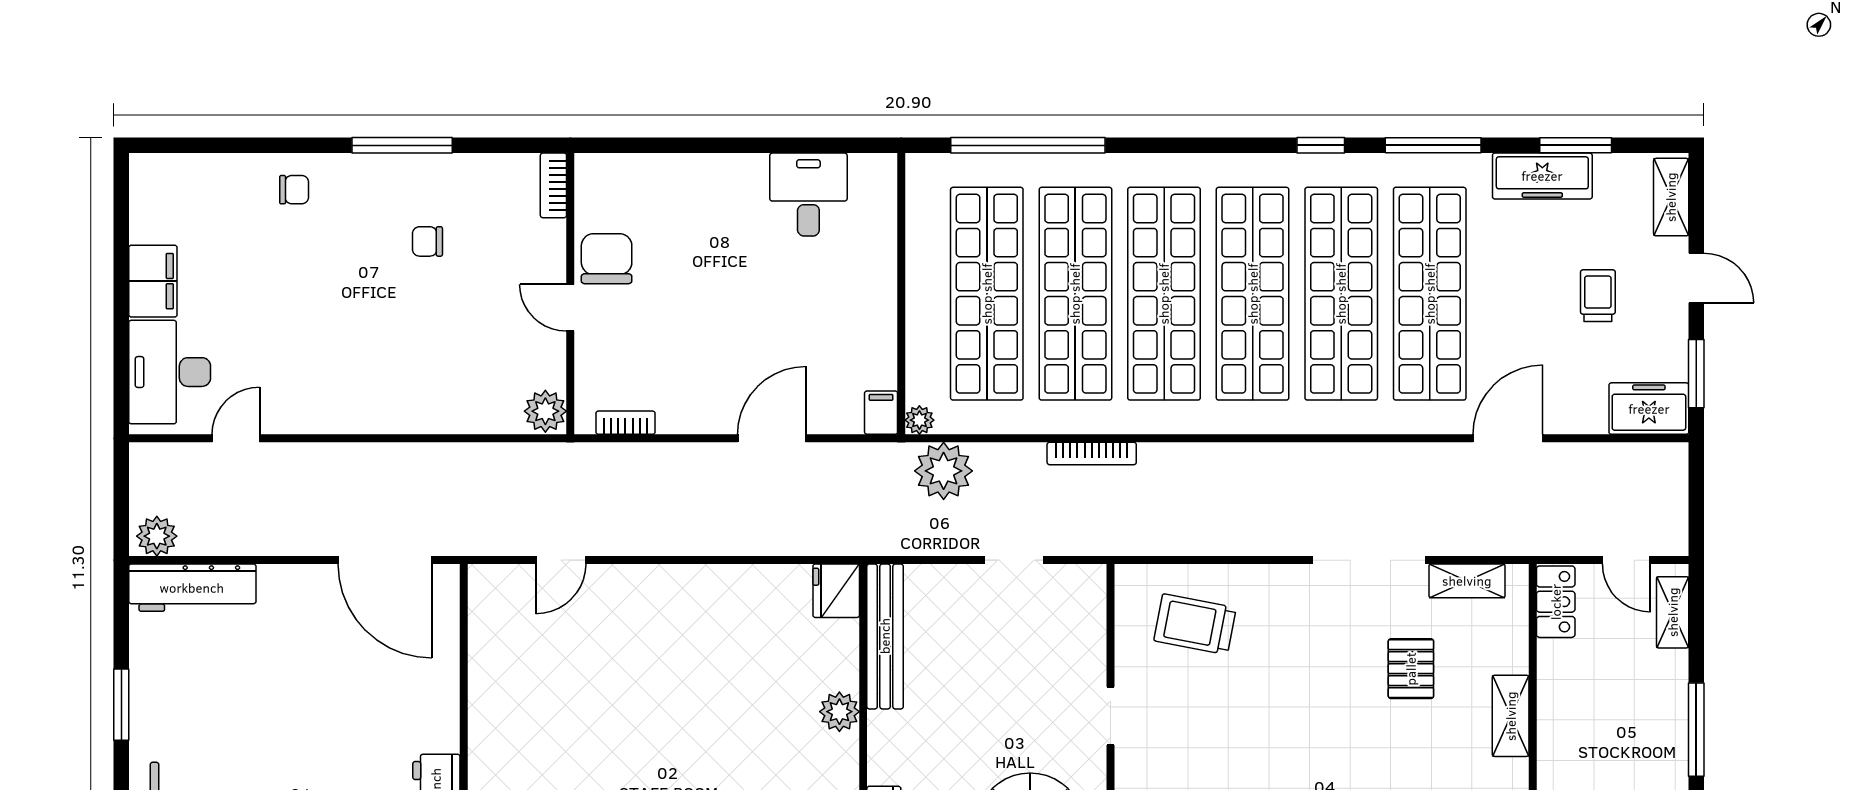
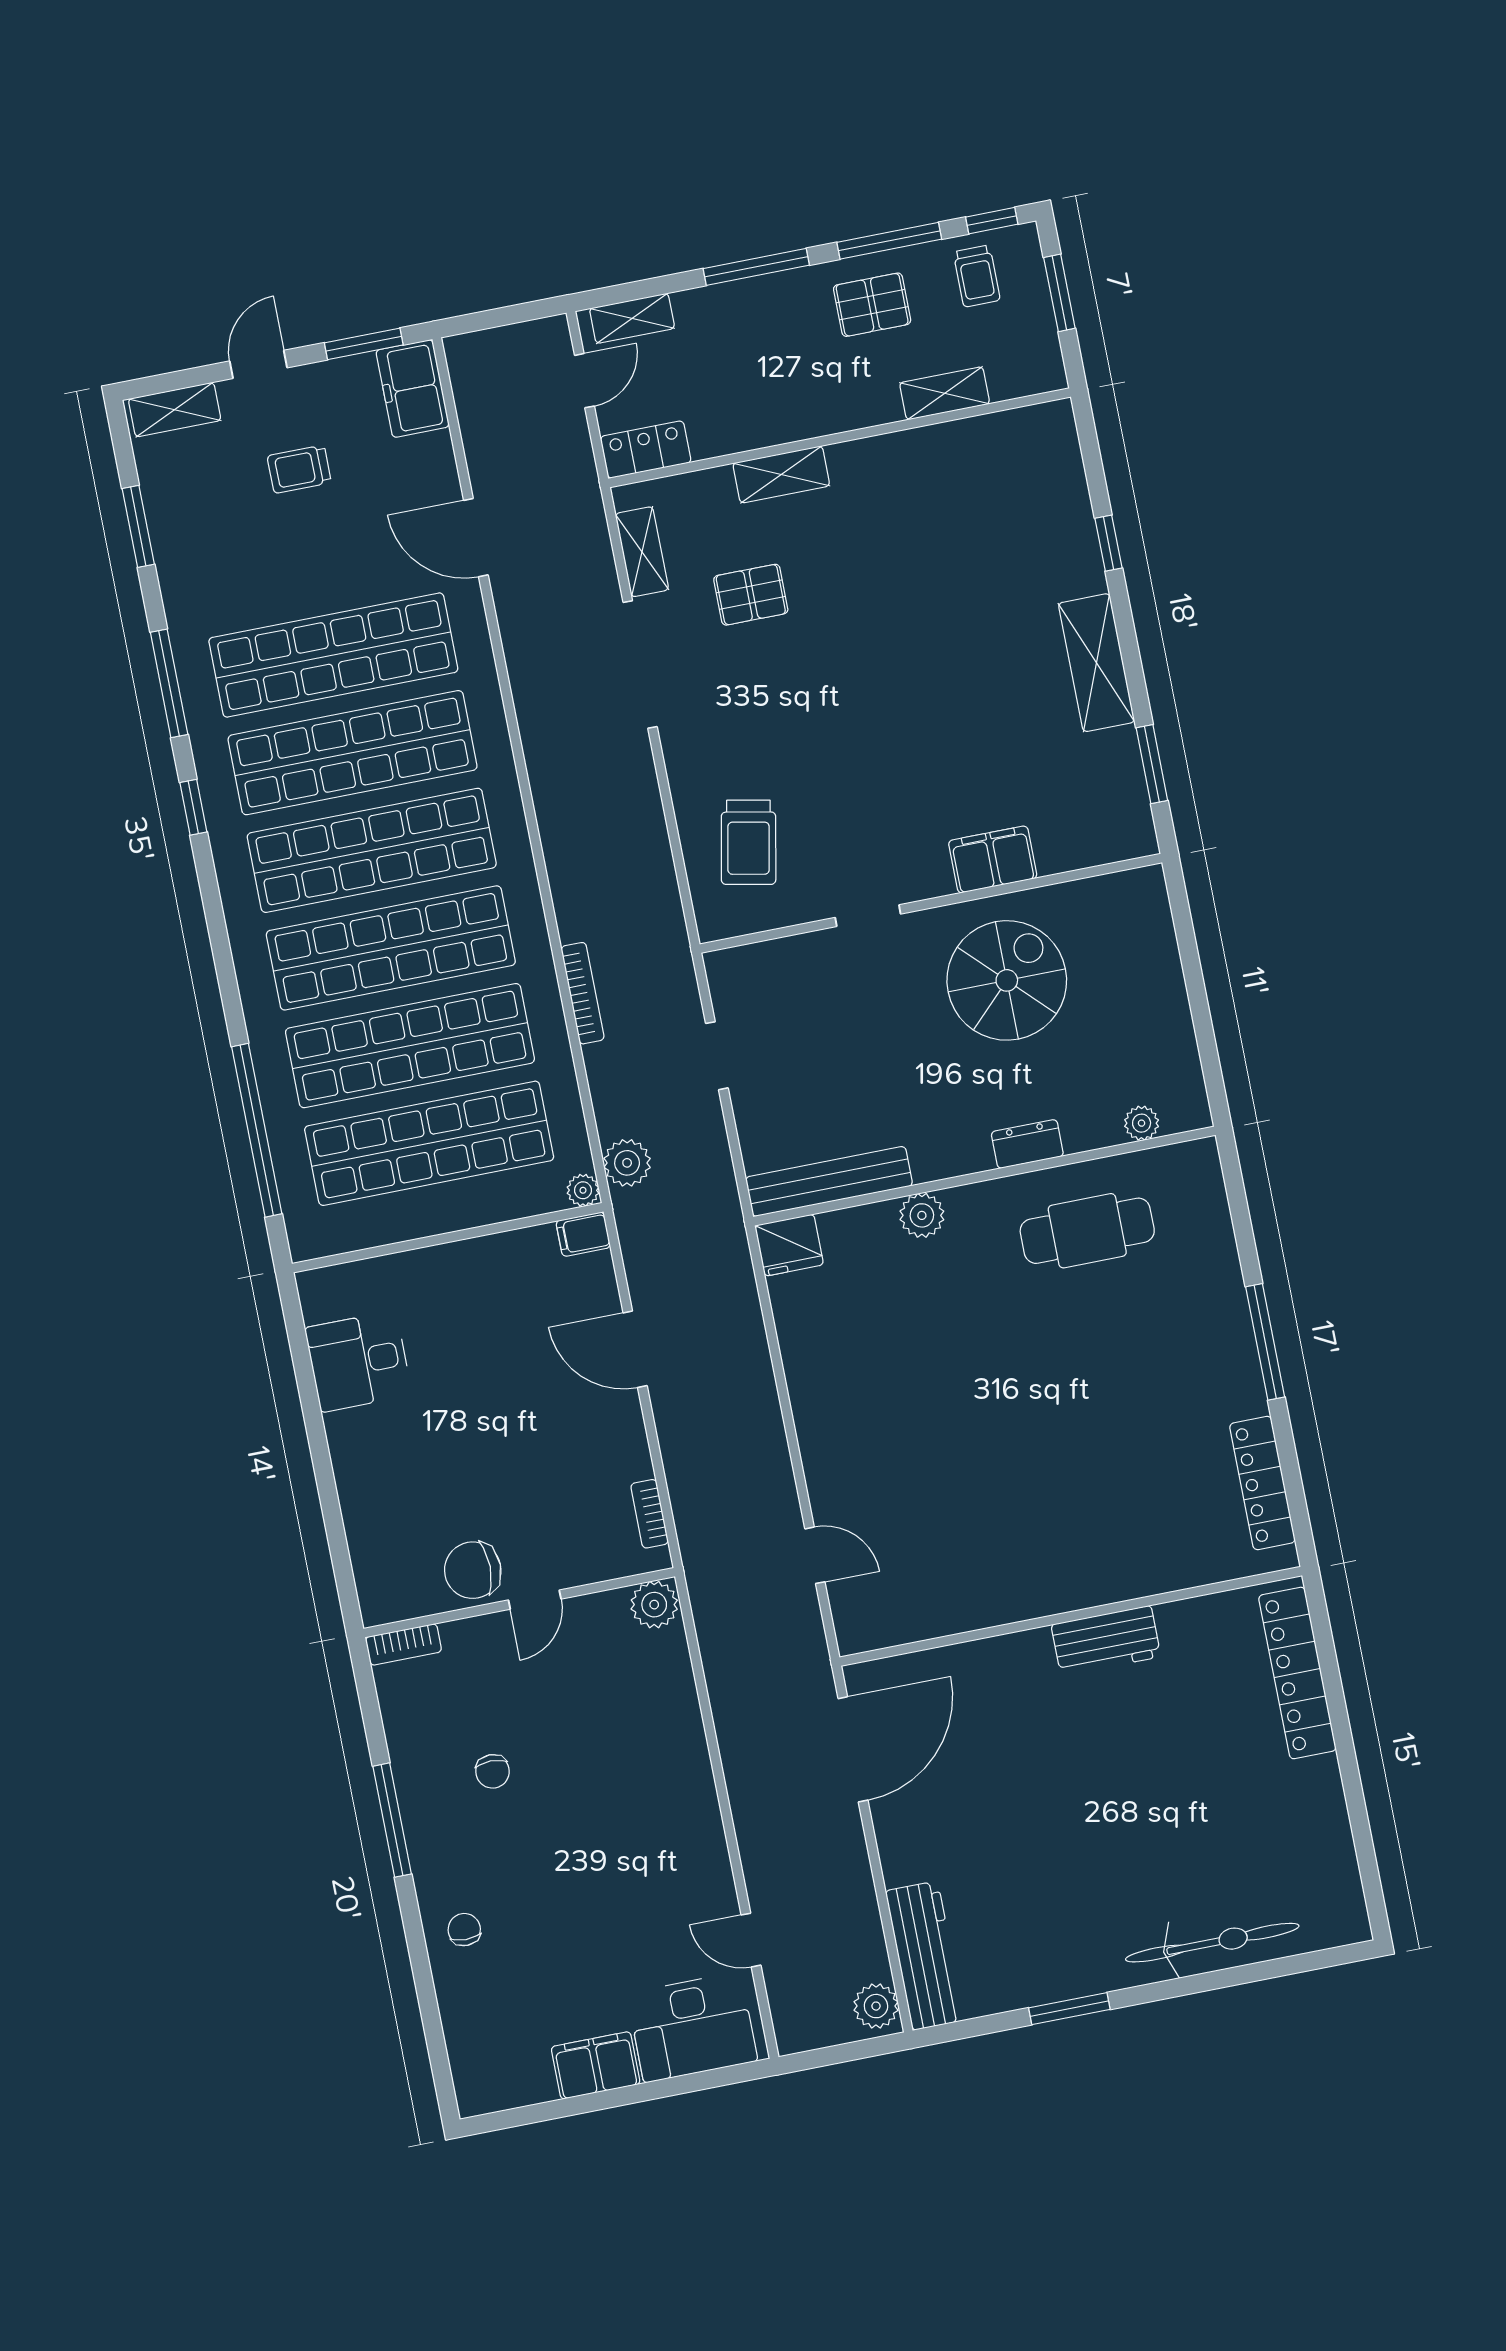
freezer: (1542, 176) -> (179, 556), removed
plant: (944, 471) -> (627, 1163), width x0.73, depth x0.73

